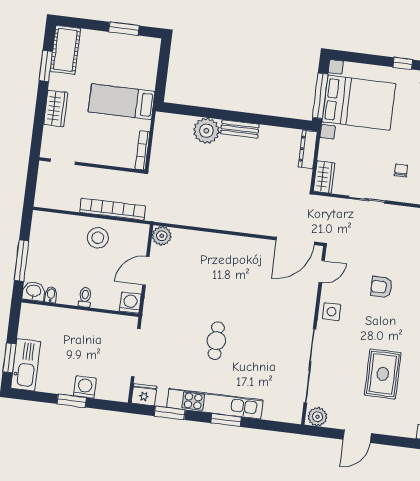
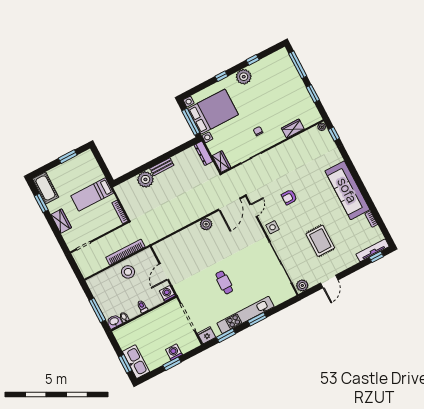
plant: (162, 236) -> (206, 224), moved

